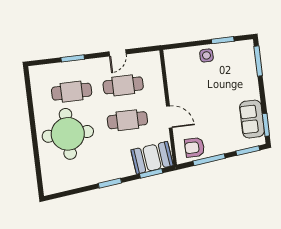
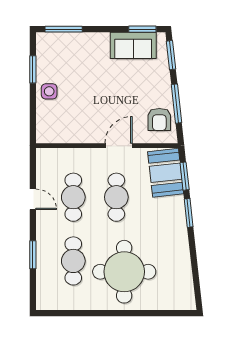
window: (110, 183) -> (189, 213), moved

